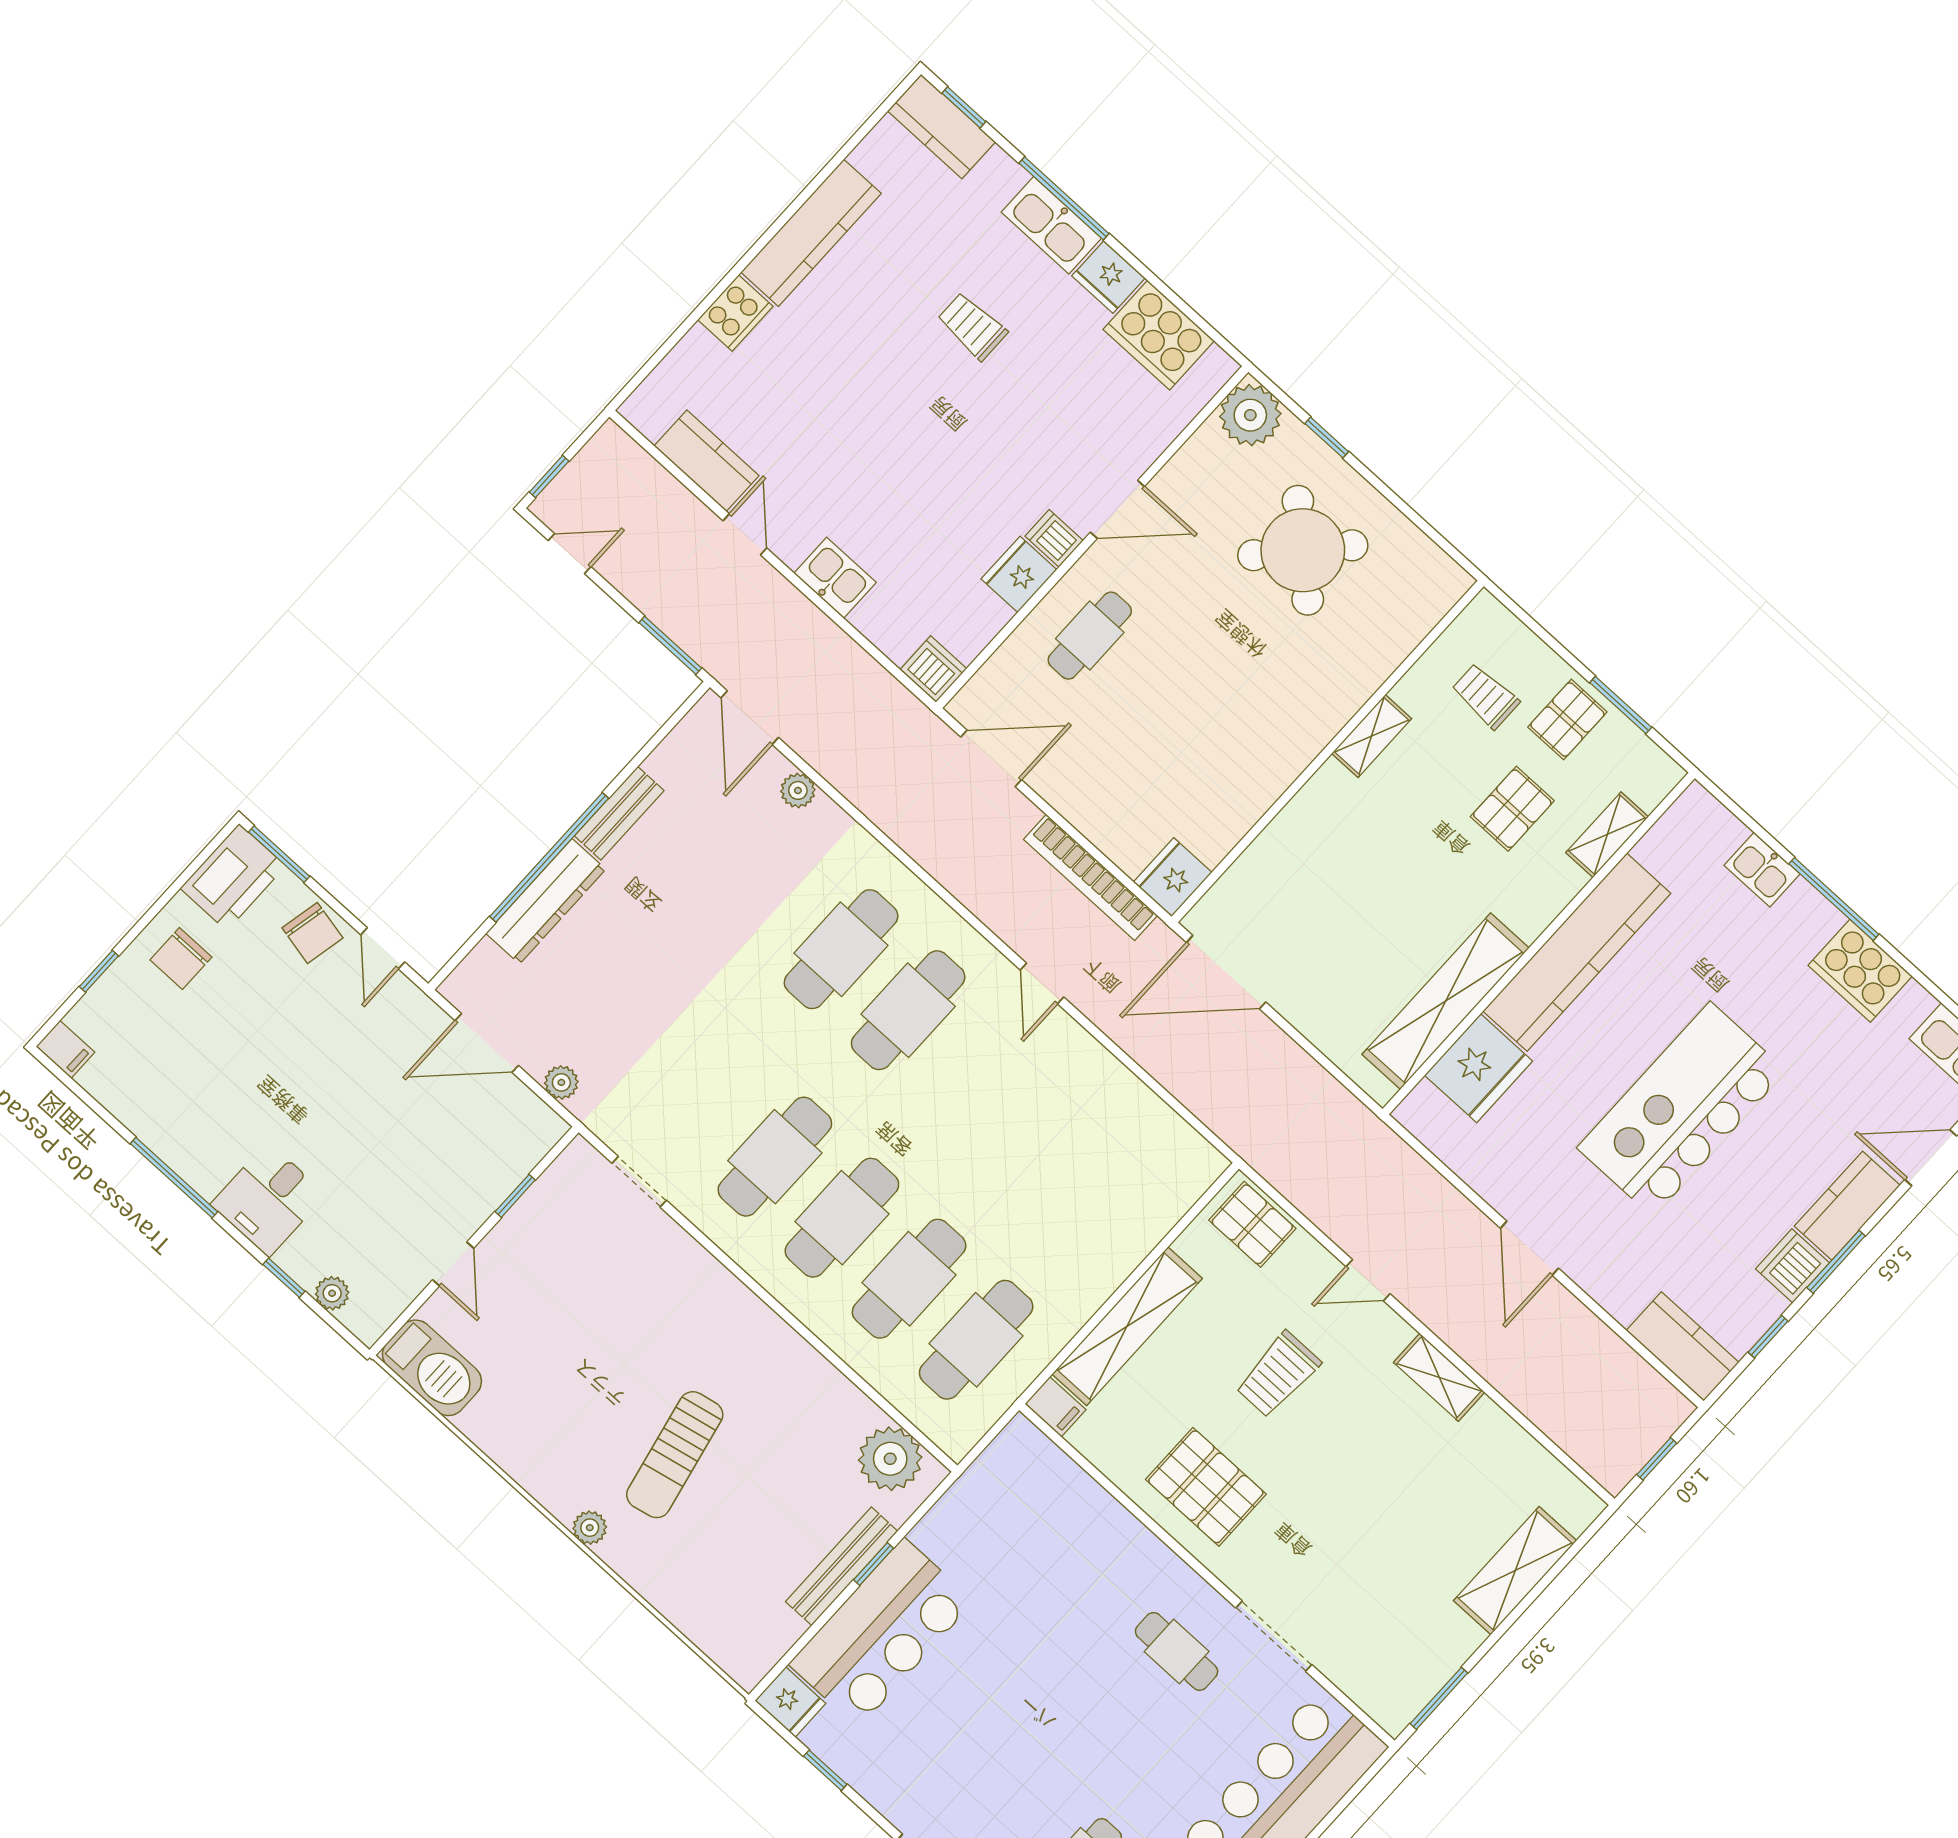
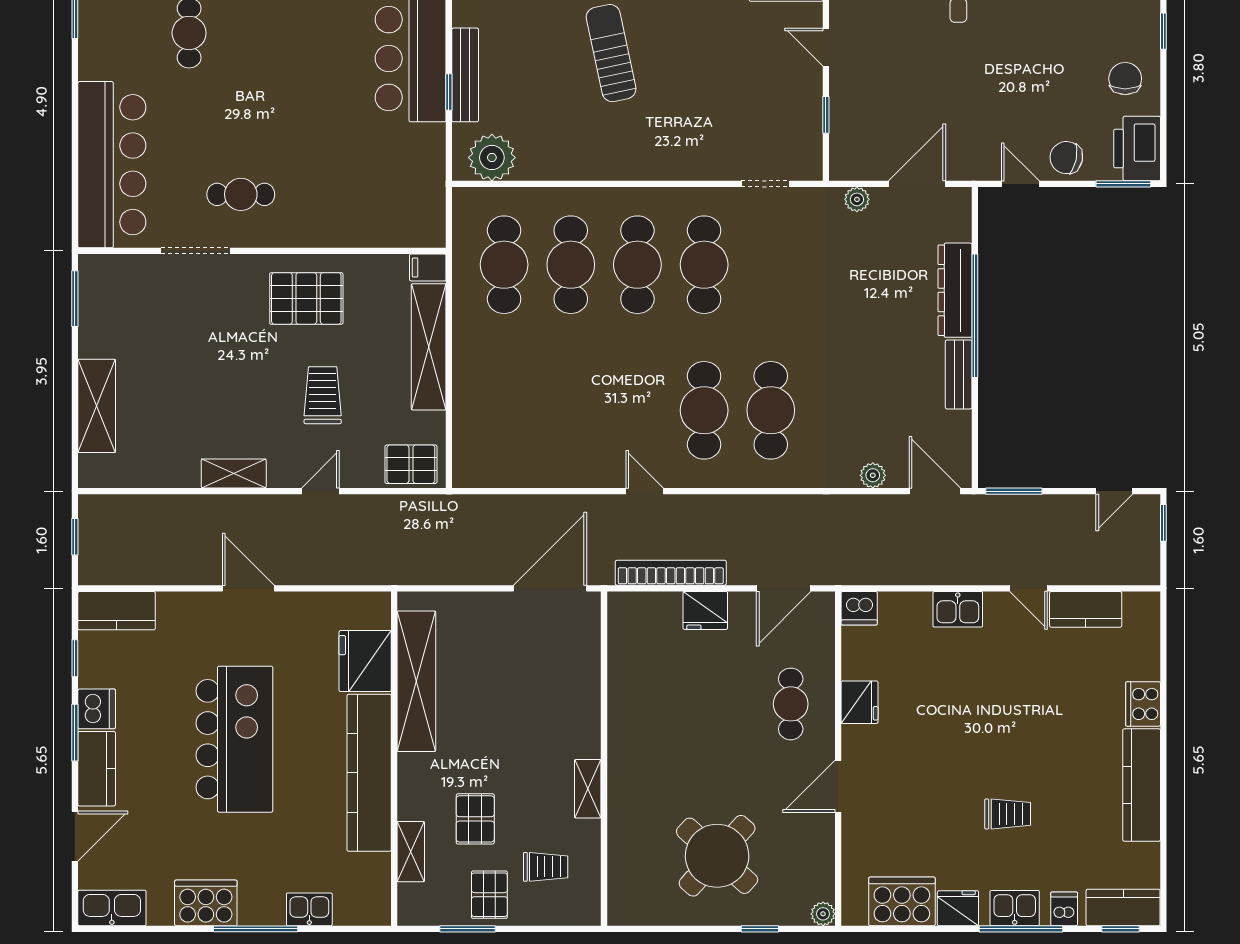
kitchen sink: (1051, 225) -> (1015, 908), width x0.73
plant: (1250, 415) -> (823, 914), width x0.53, depth x0.53
dishwasher: (1054, 538) -> (1064, 909), moved, turned -90
fridge: (1173, 877) -> (705, 610), moved, turned 90

